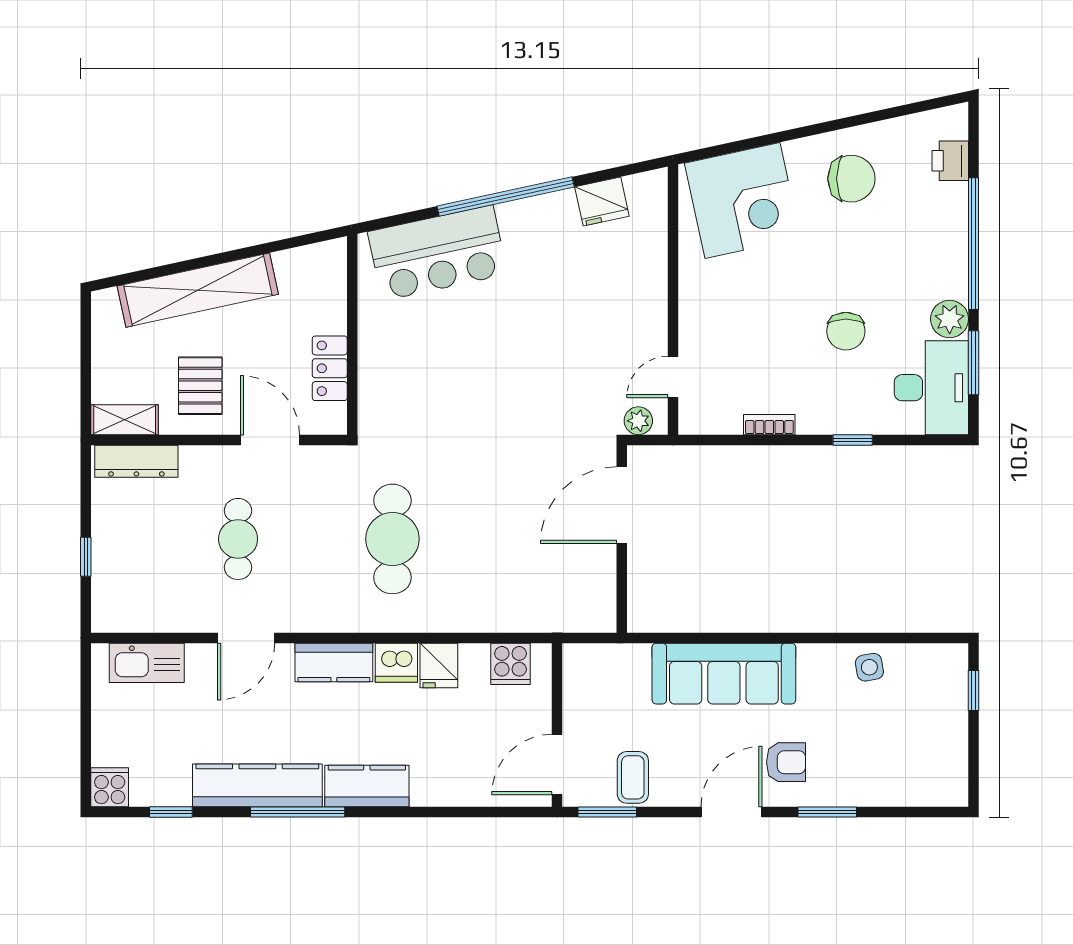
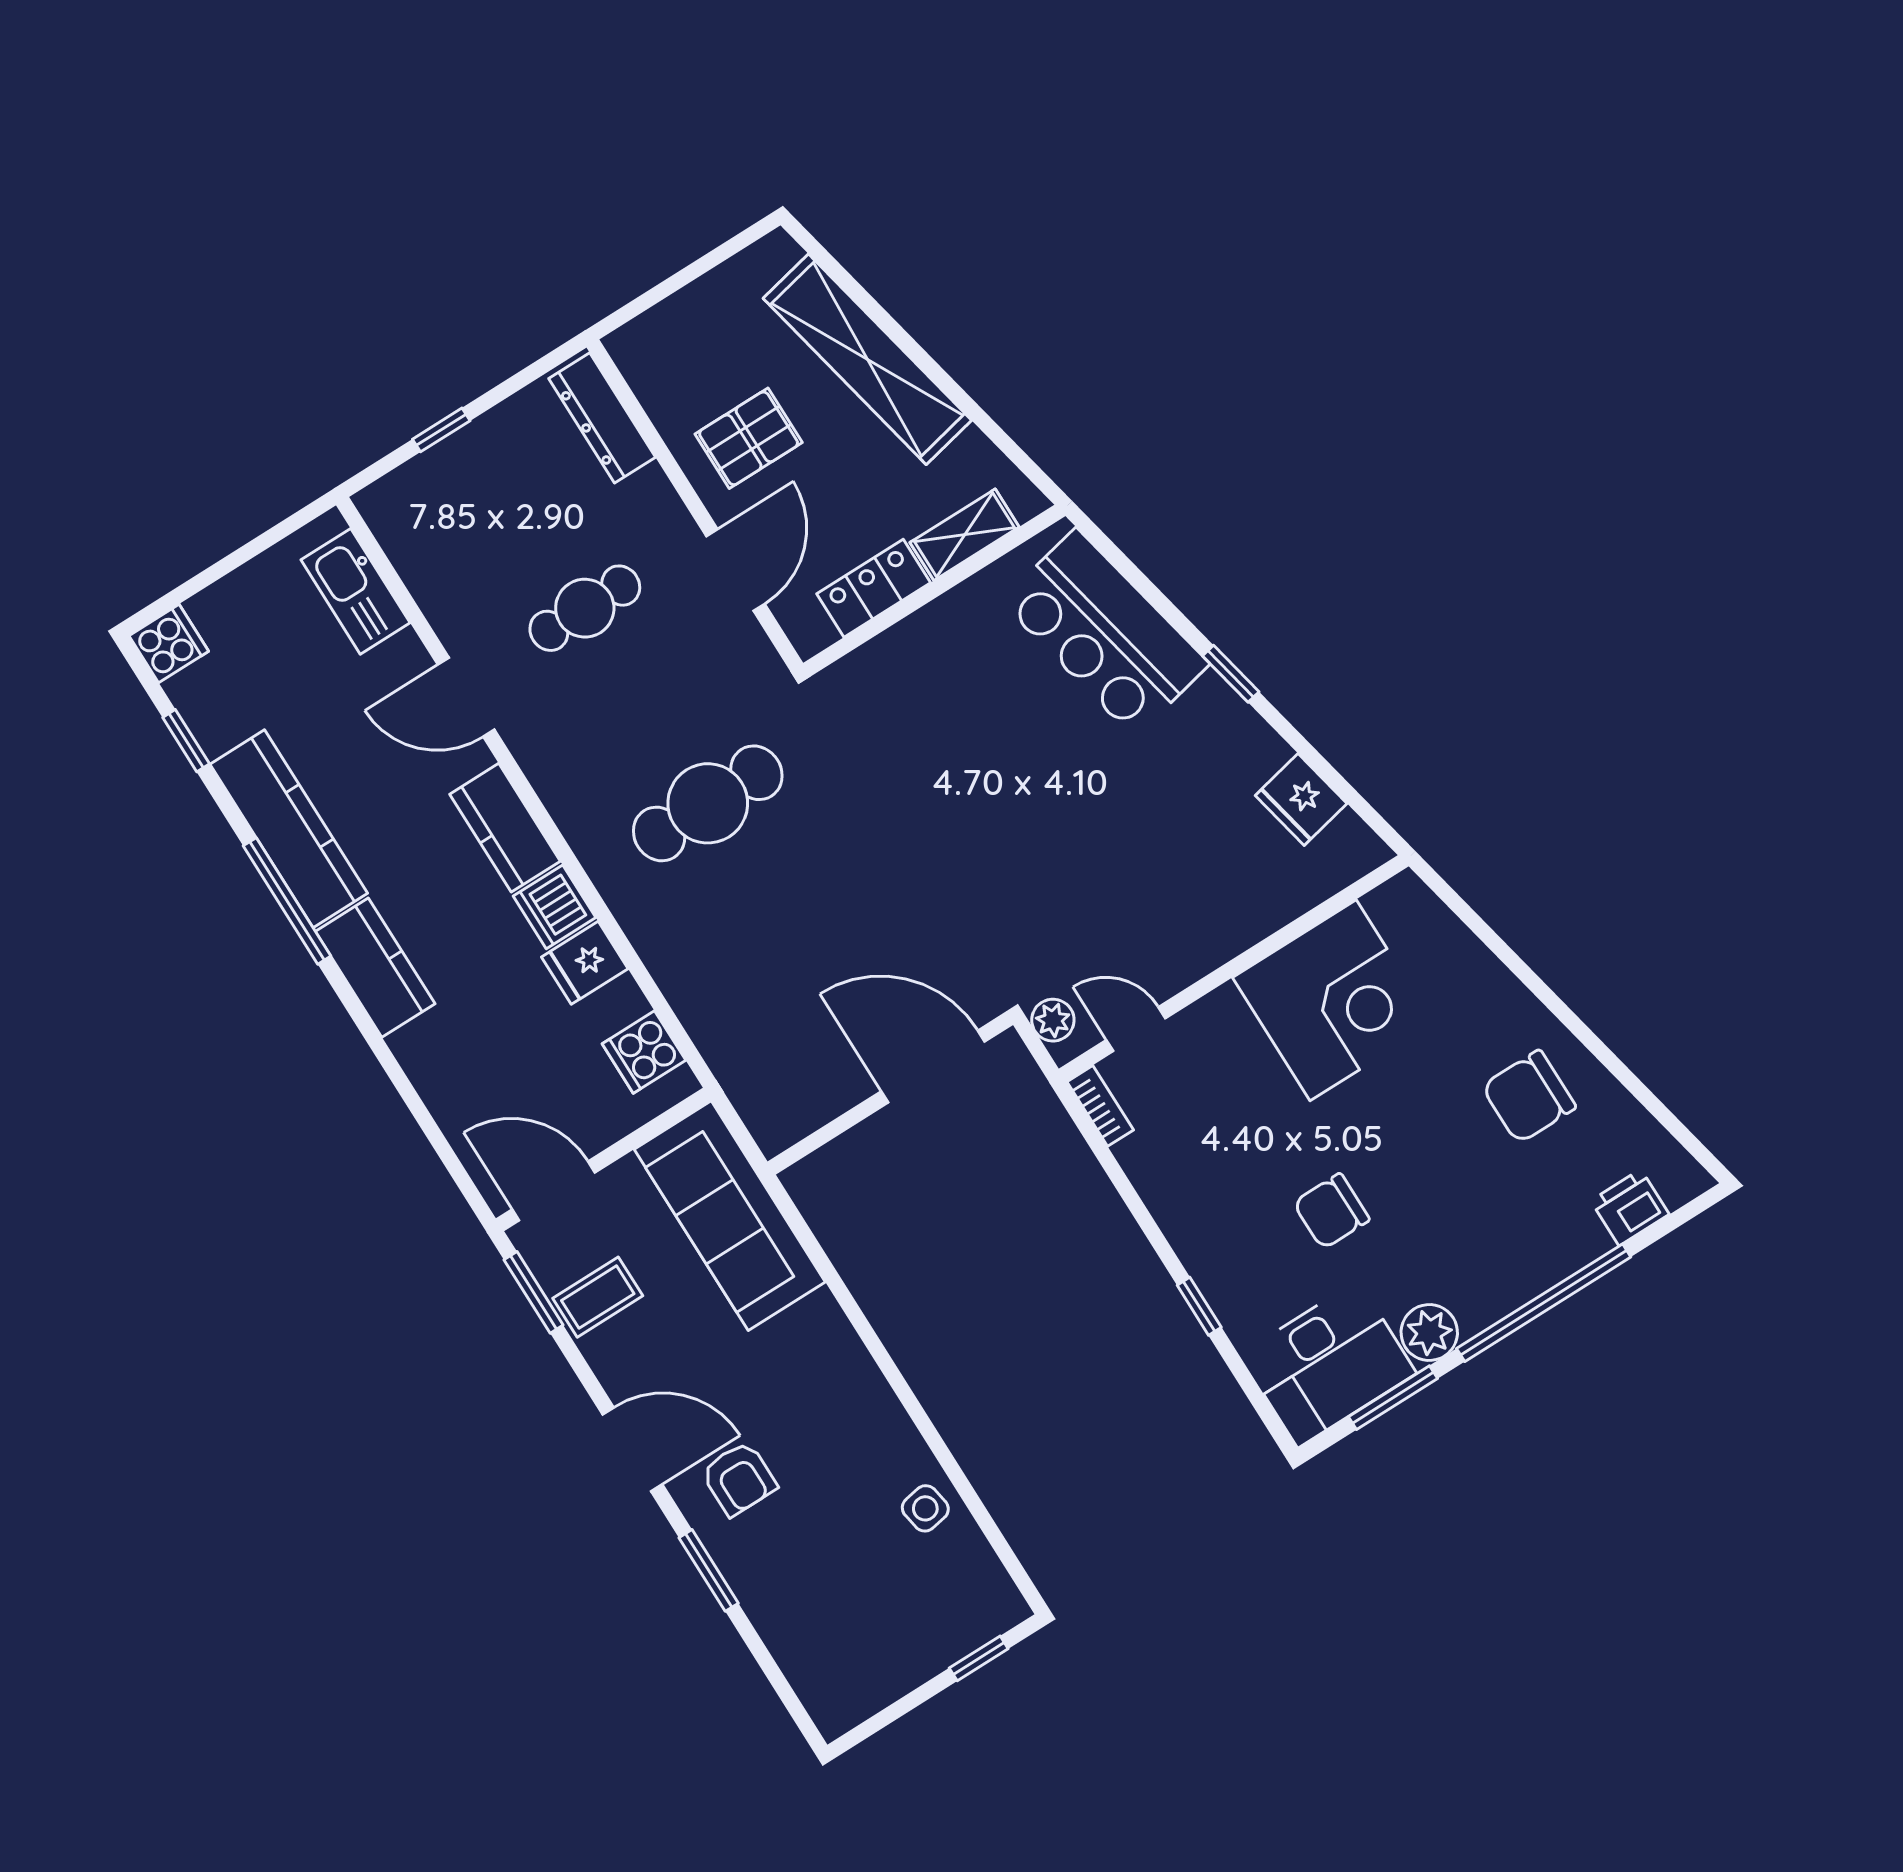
chair: (851, 179) -> (1529, 1097), turned 90
window: (506, 196) -> (1231, 674), width x0.32
corner desk: (743, 200) -> (1333, 1000), moved, turned -78
shelving: (125, 420) -> (965, 535), moved, turned 90
bookcase: (769, 425) -> (1100, 1106), moved
sofa: (724, 674) -> (730, 1216), moved

